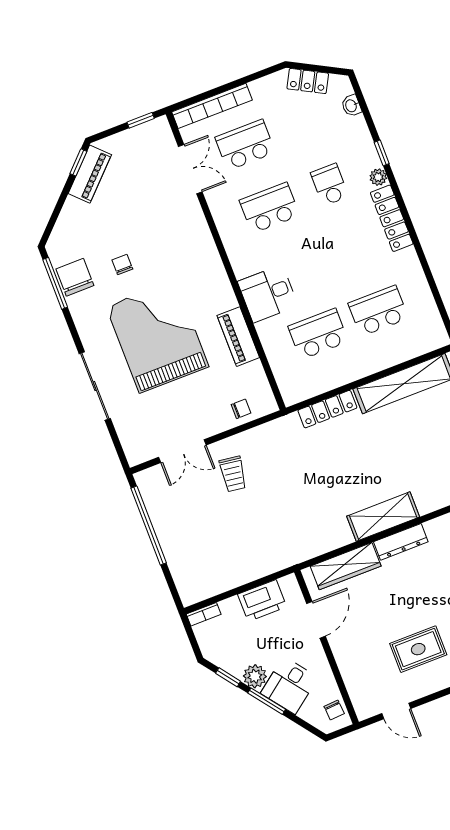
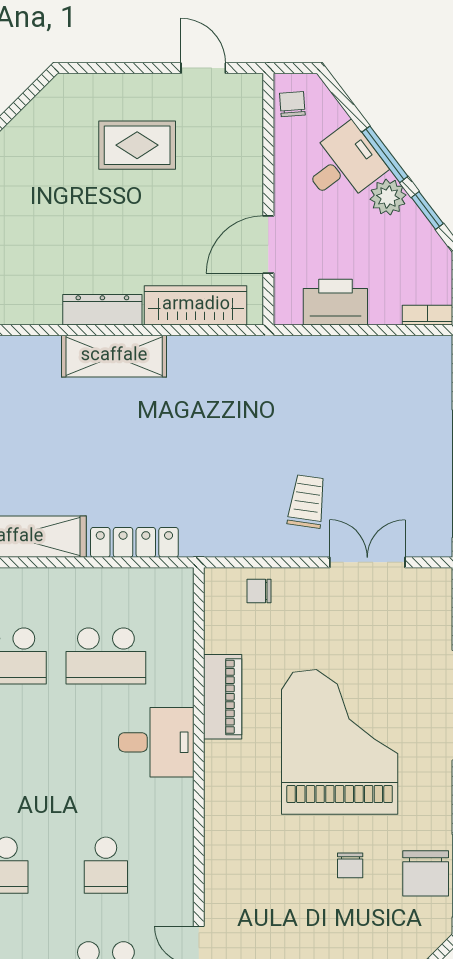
school desk: (270, 208) -> (106, 865), width x0.54
grand piano: (157, 337) -> (340, 742), turned 180

